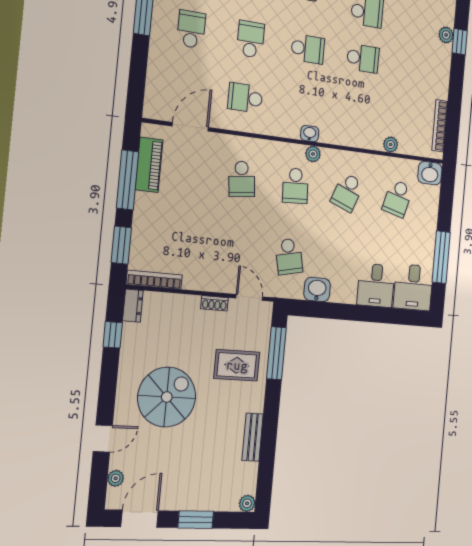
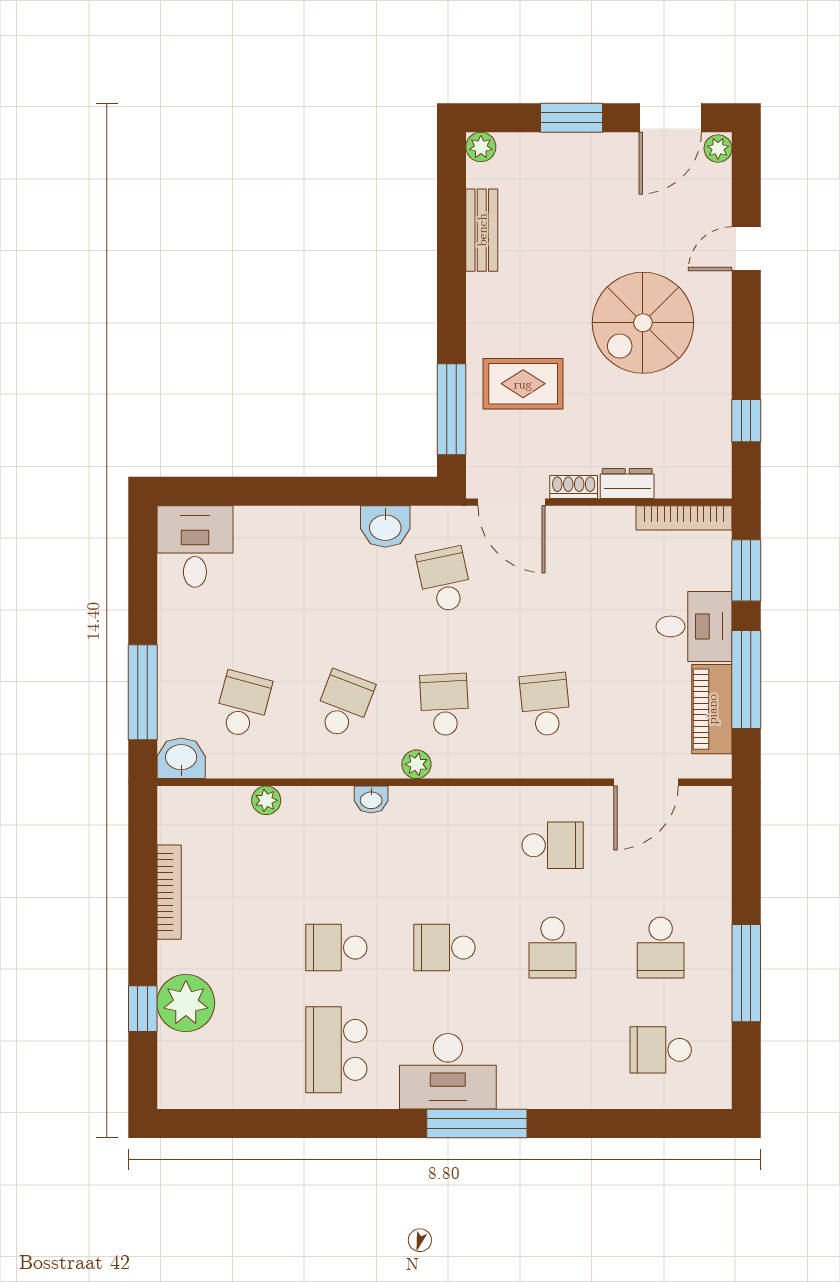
plant: (446, 35) -> (186, 1003), width x1.88, depth x1.88
bookcase: (440, 126) -> (169, 892), moved
washbasin: (310, 134) -> (371, 799), moved
window: (441, 257) -> (143, 692), moved
desk: (376, 285) -> (694, 626), moved, turned 90
door: (249, 297) -> (511, 502), width x1.38
dresser: (133, 306) -> (627, 483), moved, turned 90
bench: (253, 437) -> (482, 230), moved
plant: (116, 478) -> (718, 148), moved

